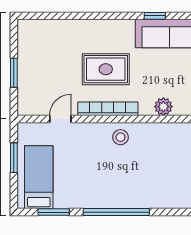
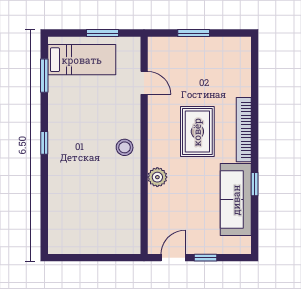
plant: (163, 107) -> (157, 177), moved
bookcase: (108, 109) -> (244, 130), moved, turned 180
window: (116, 212) -> (44, 143), width x0.32

